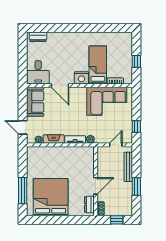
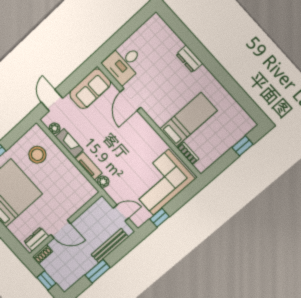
dresser: (38, 37) -> (189, 59), moved
window: (136, 61) -> (243, 146), moved
nightstand: (81, 78) -> (159, 115), removed
corner sofa: (107, 101) -> (161, 182), moved, turned 90
stool: (44, 162) -> (37, 155), added

